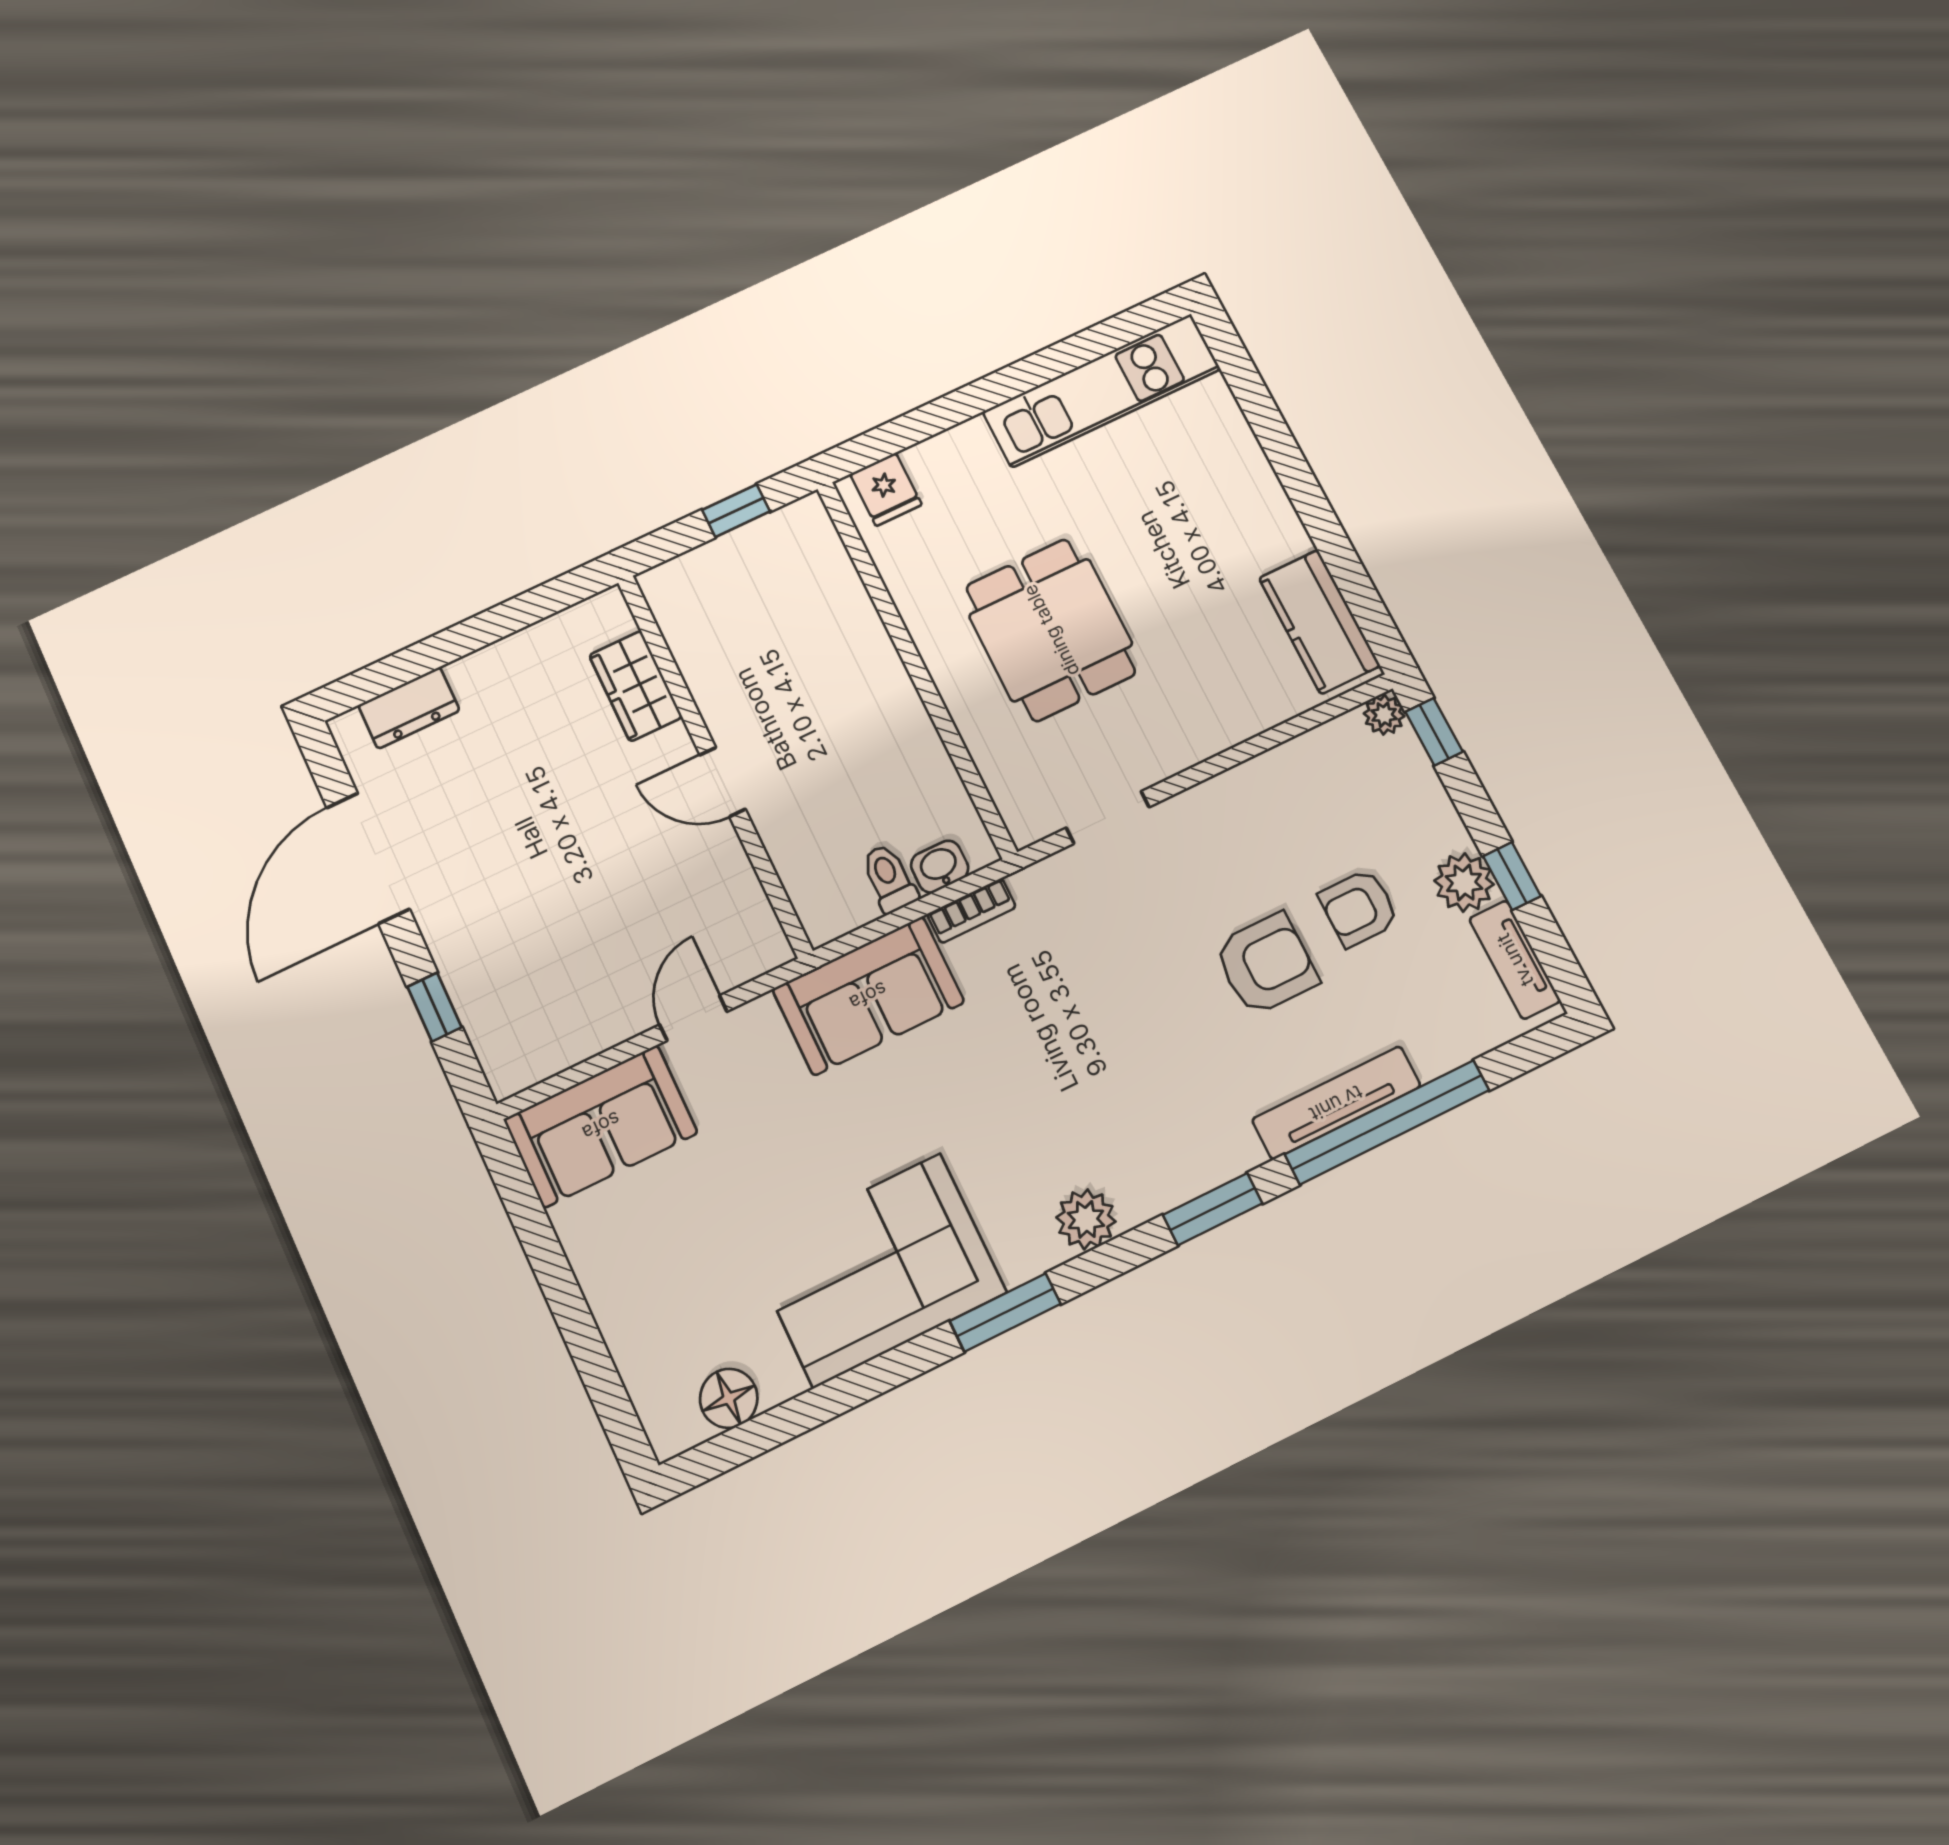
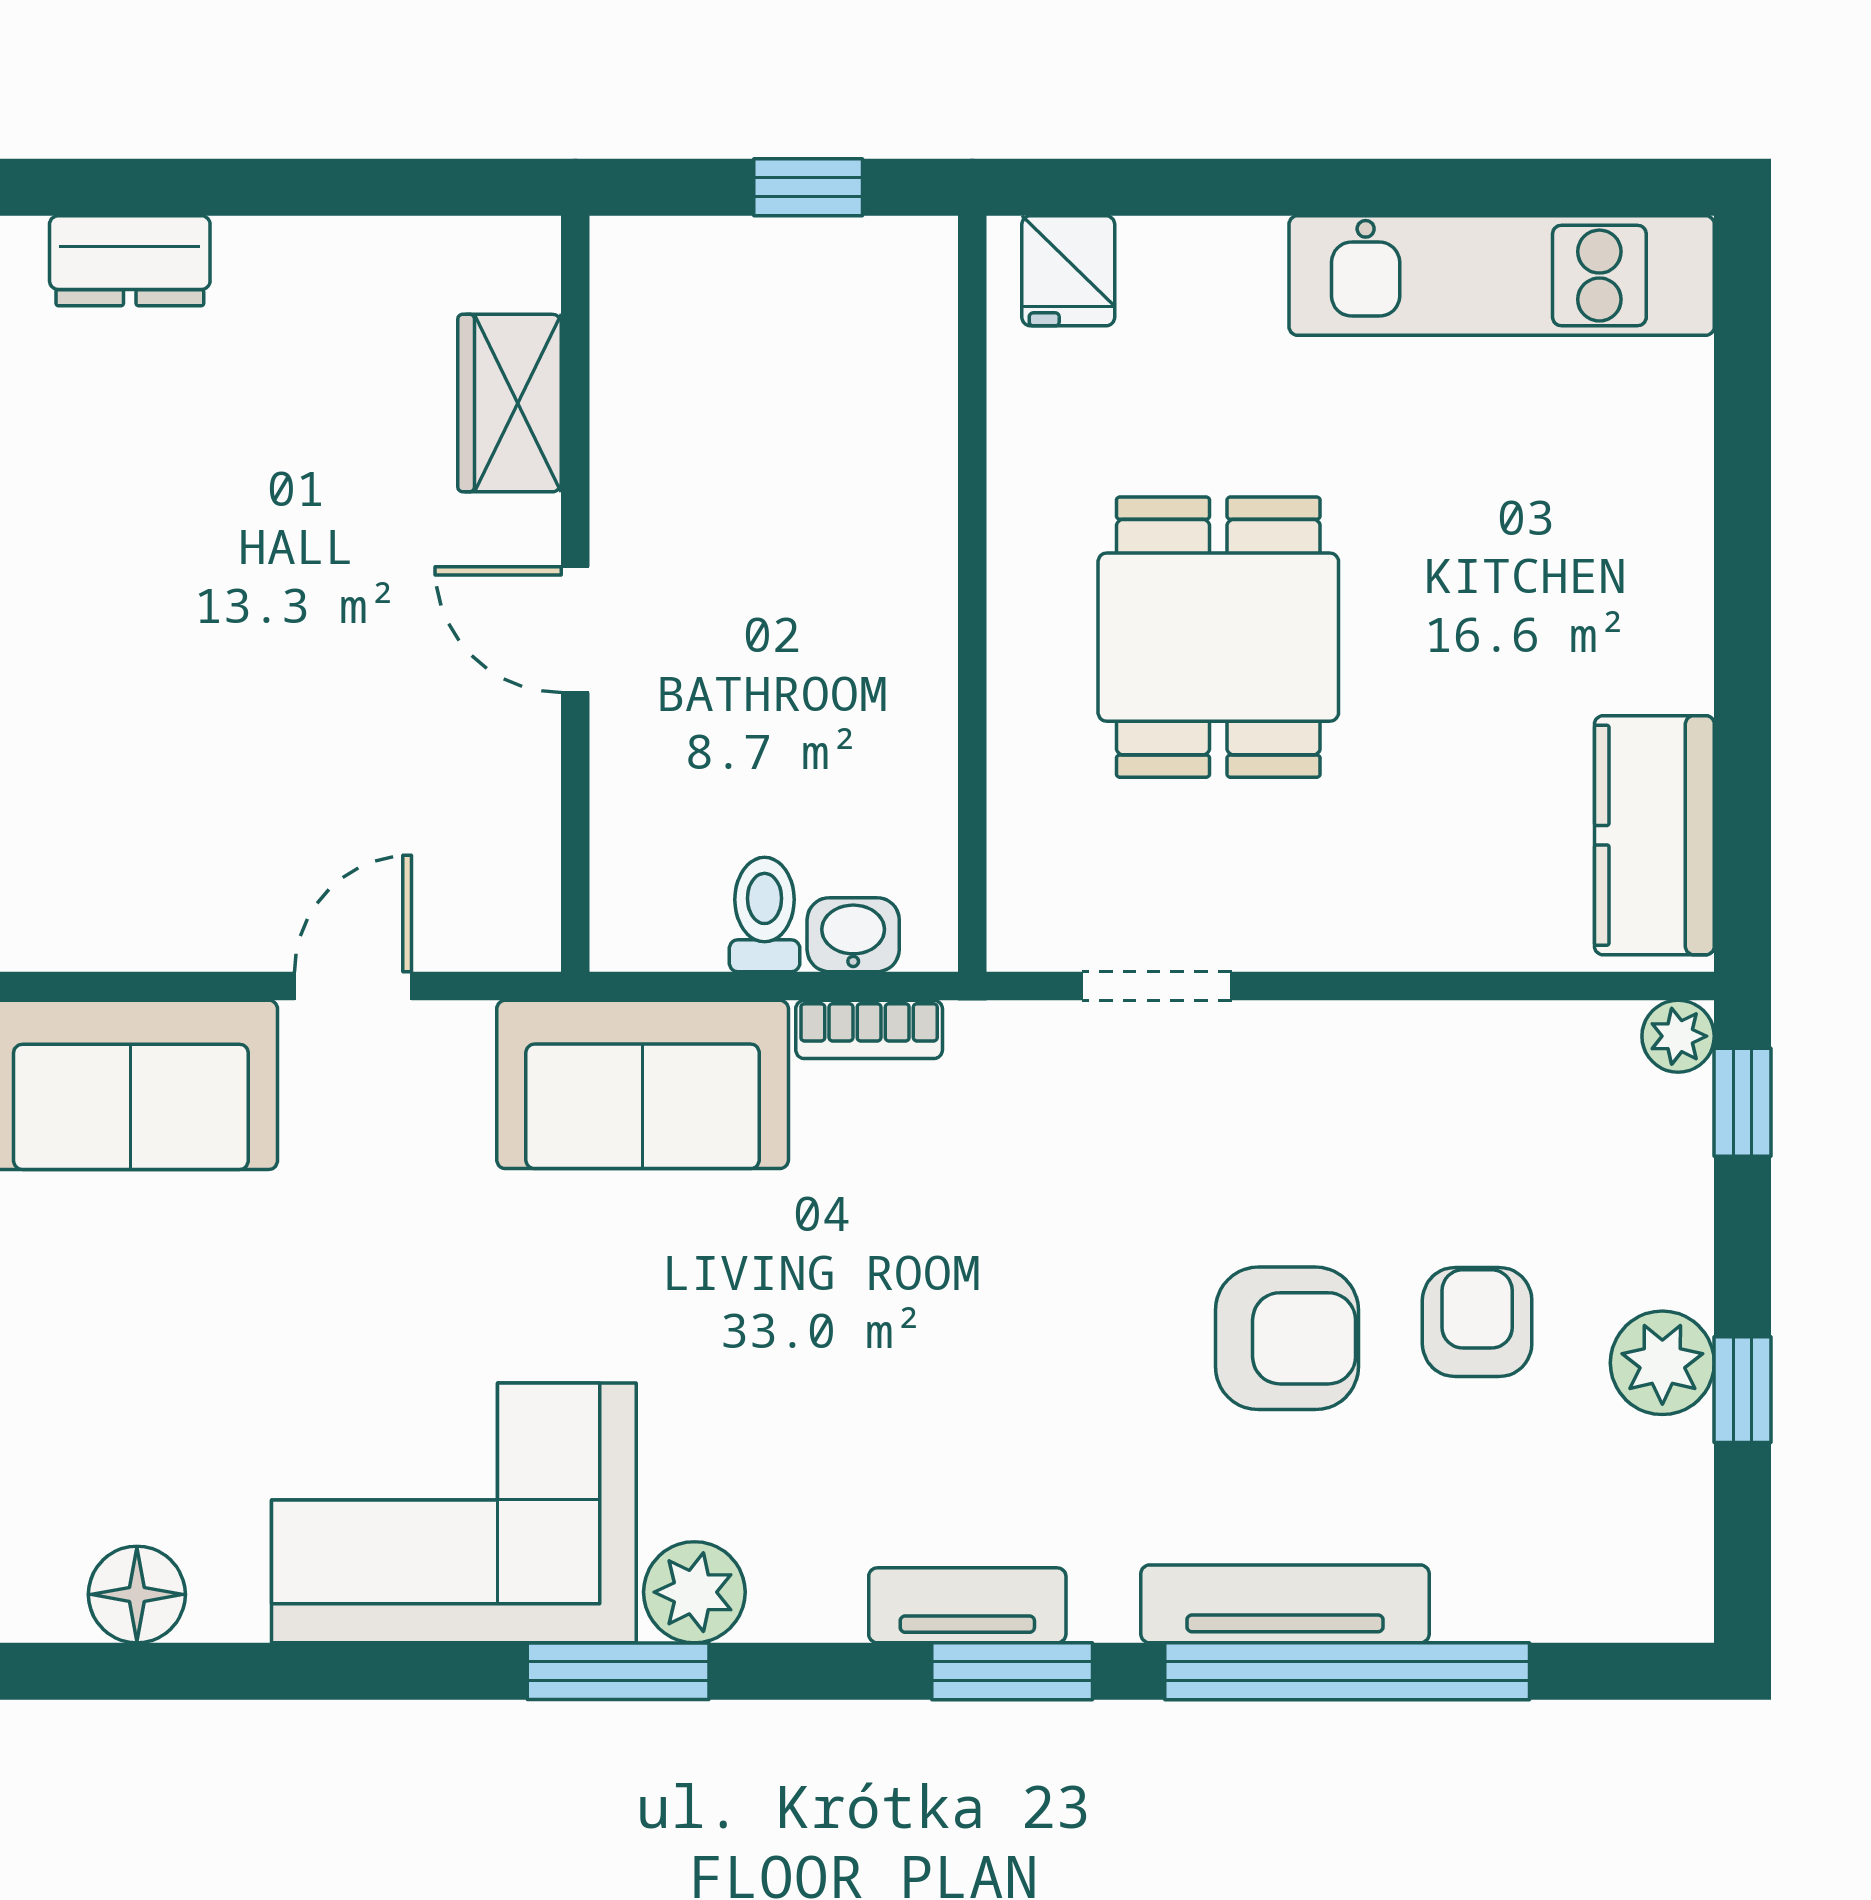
armchair: (1359, 908) -> (1477, 1322), turned 90
tv unit: (1515, 960) -> (967, 1605), moved, turned 90
plant: (1086, 1219) -> (694, 1592), moved

